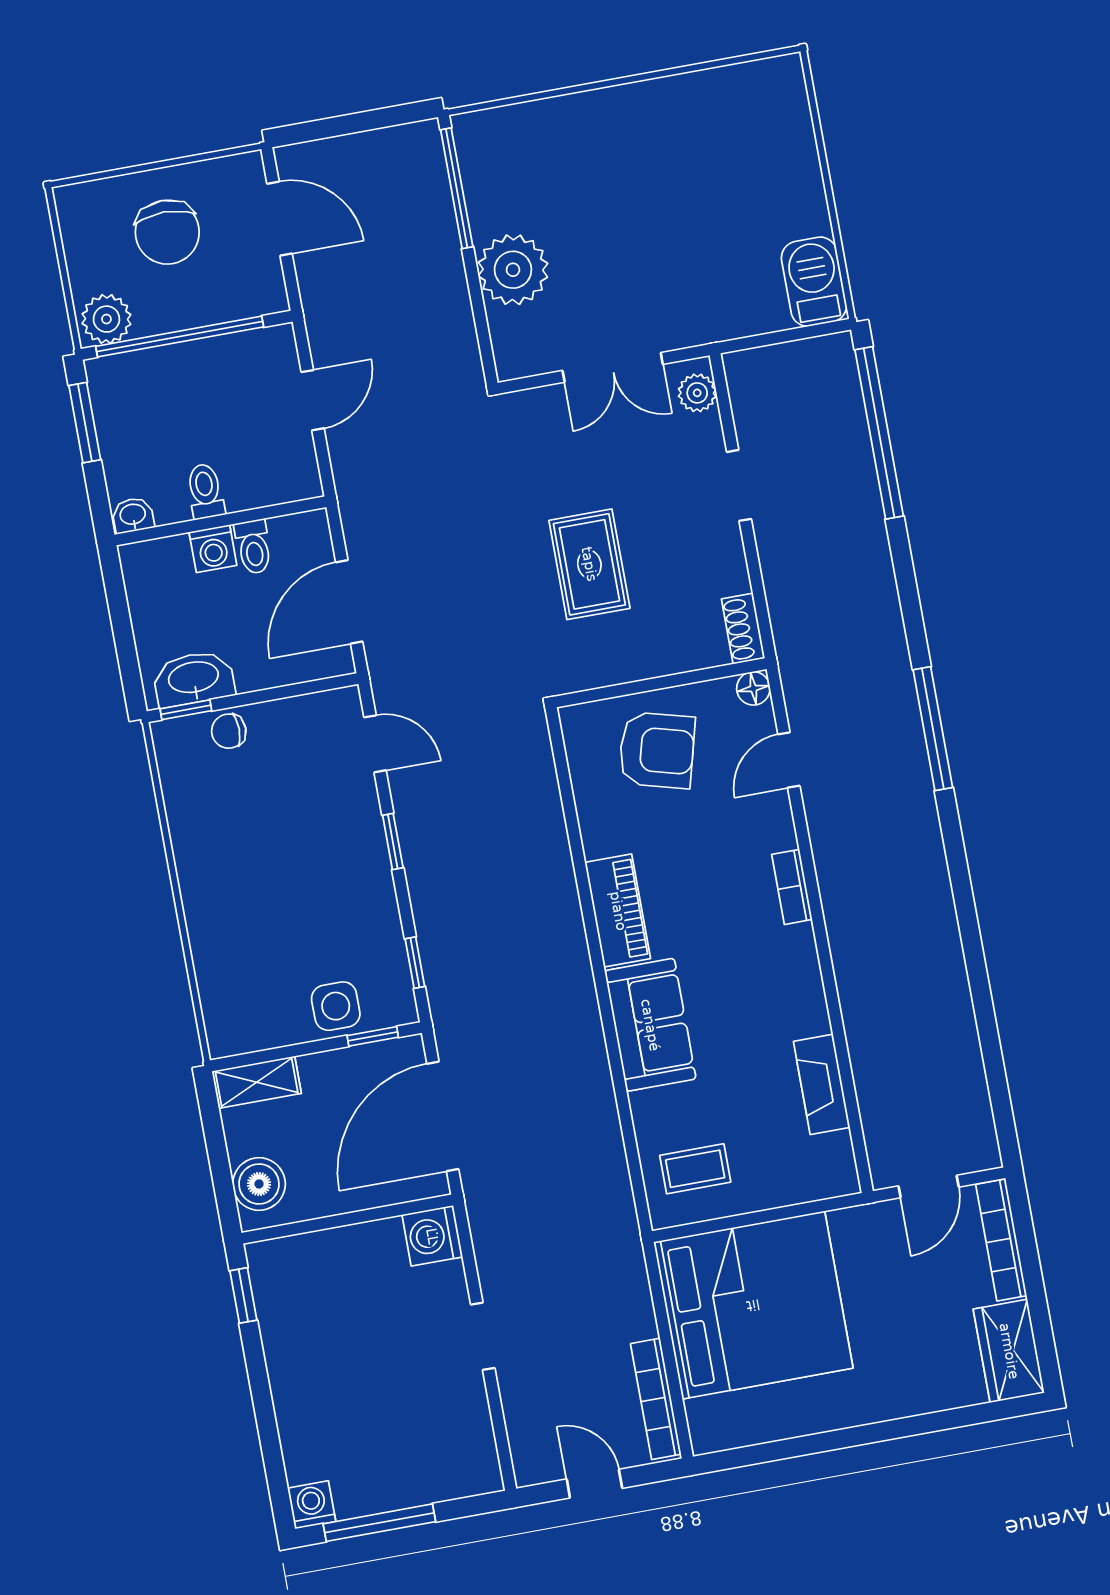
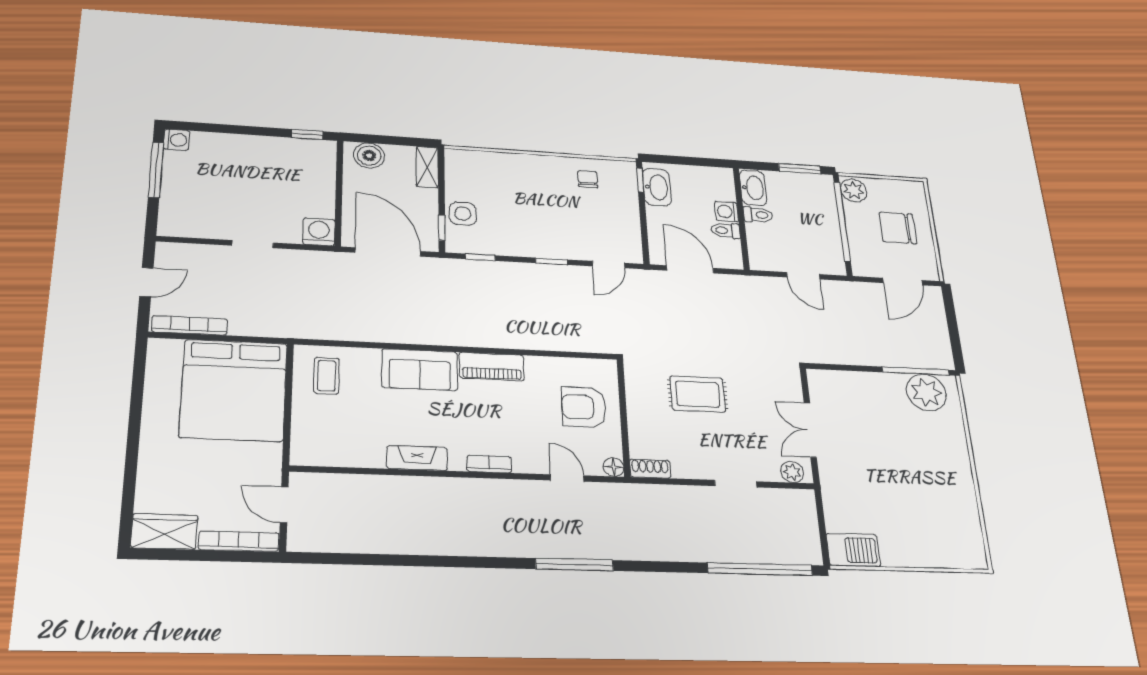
plant: (513, 270) -> (926, 392), moved
washbasin: (133, 515) -> (753, 188), width x1.91, depth x1.45
chair: (229, 731) -> (588, 179), moved
armchair: (657, 750) -> (584, 407), turned 75
fireplace: (822, 1084) -> (417, 458), moved

